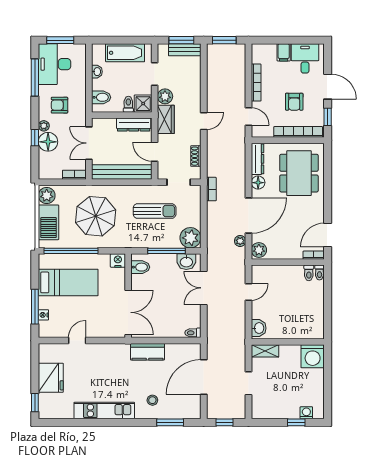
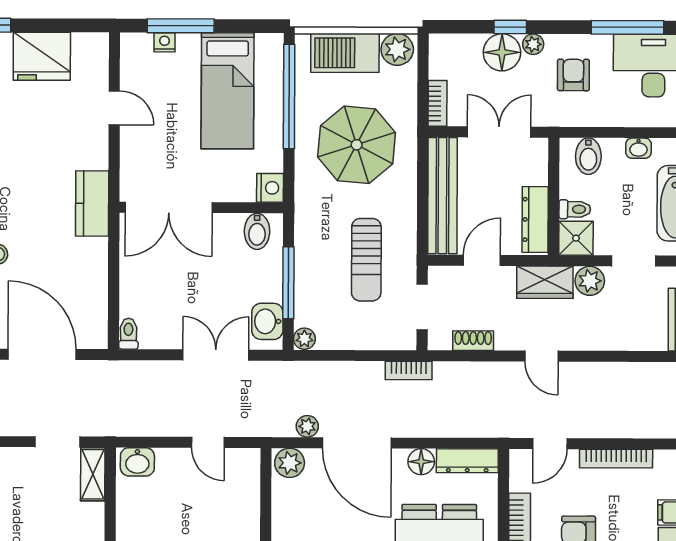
plant: (190, 238) -> (304, 339), width x0.53, depth x0.53
kitchen counter: (147, 352) -> (92, 203), moved
doorway: (249, 383) -> (57, 442), moved

